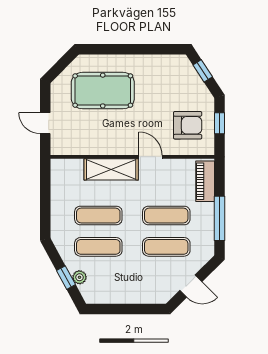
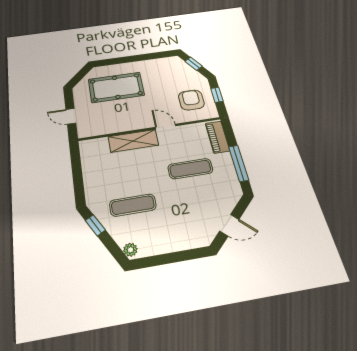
armchair: (188, 125) -> (191, 100), turned -90
exercise mat: (98, 215) -> (128, 179), removed
exercise mat: (166, 247) -> (197, 195), removed
plant: (80, 277) -> (130, 250), moved
window: (66, 278) -> (95, 225), moved

